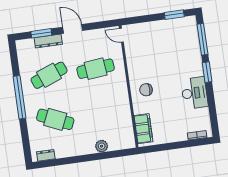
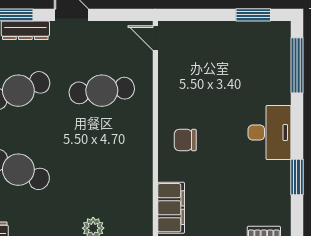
window: (207, 72) -> (297, 177), moved
desk: (194, 93) -> (270, 133), moved

